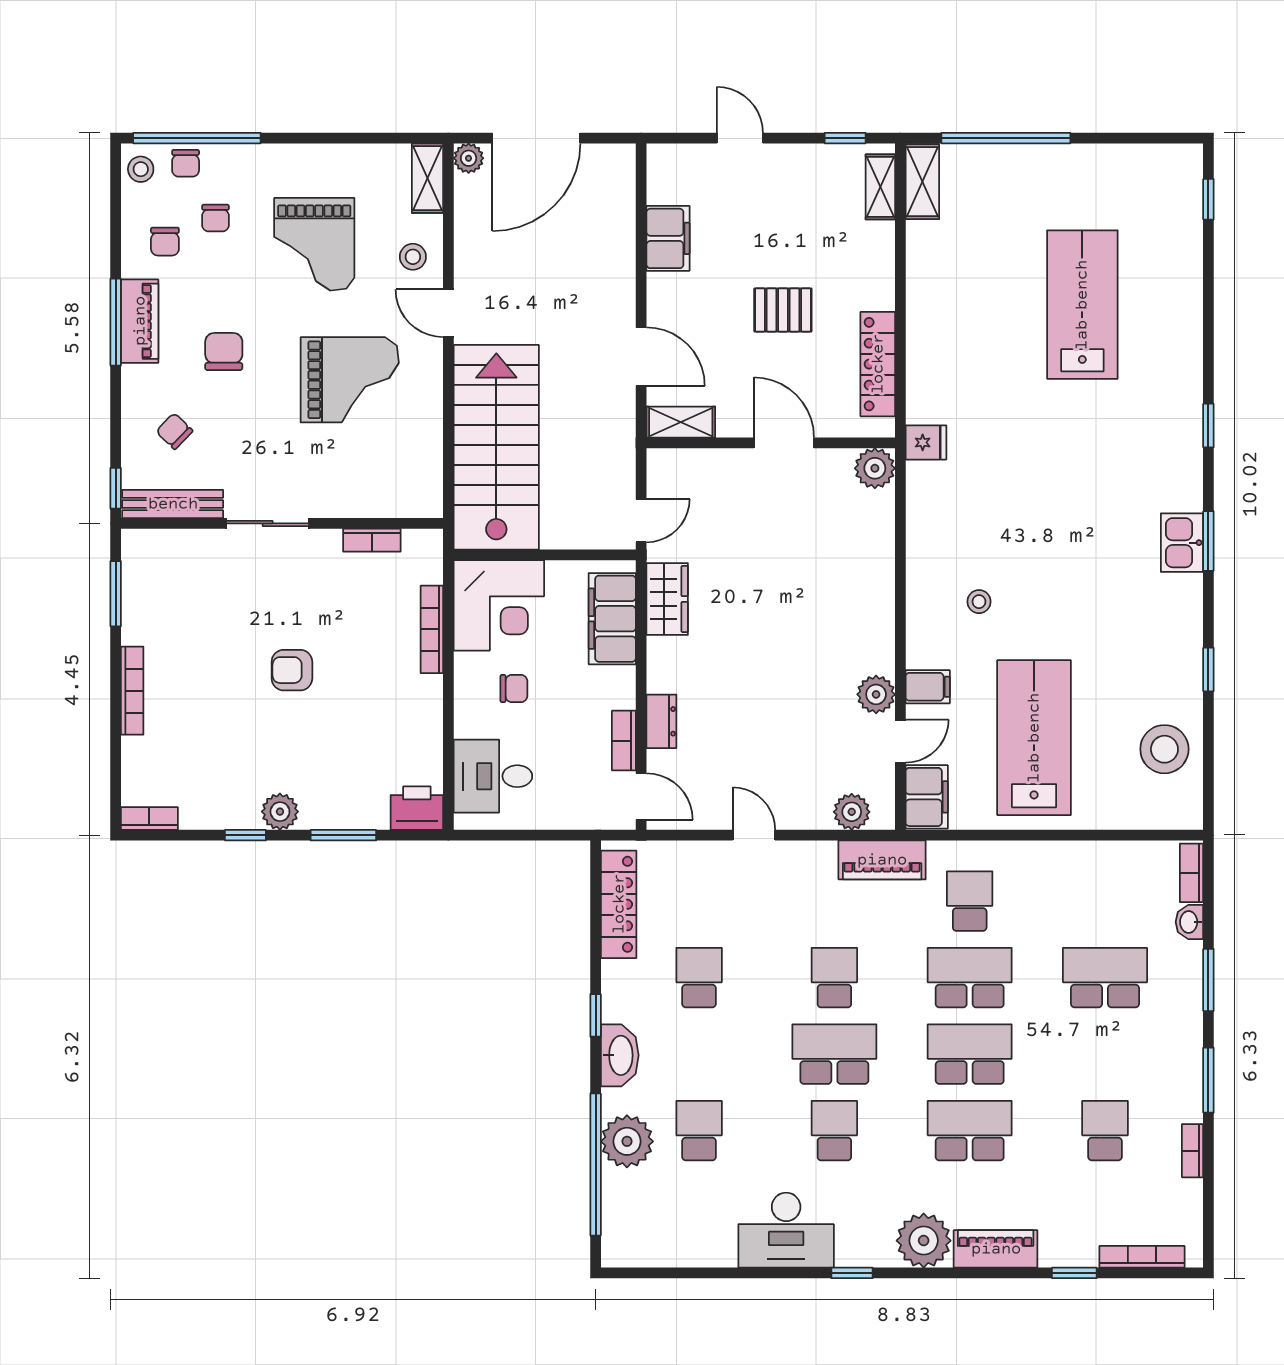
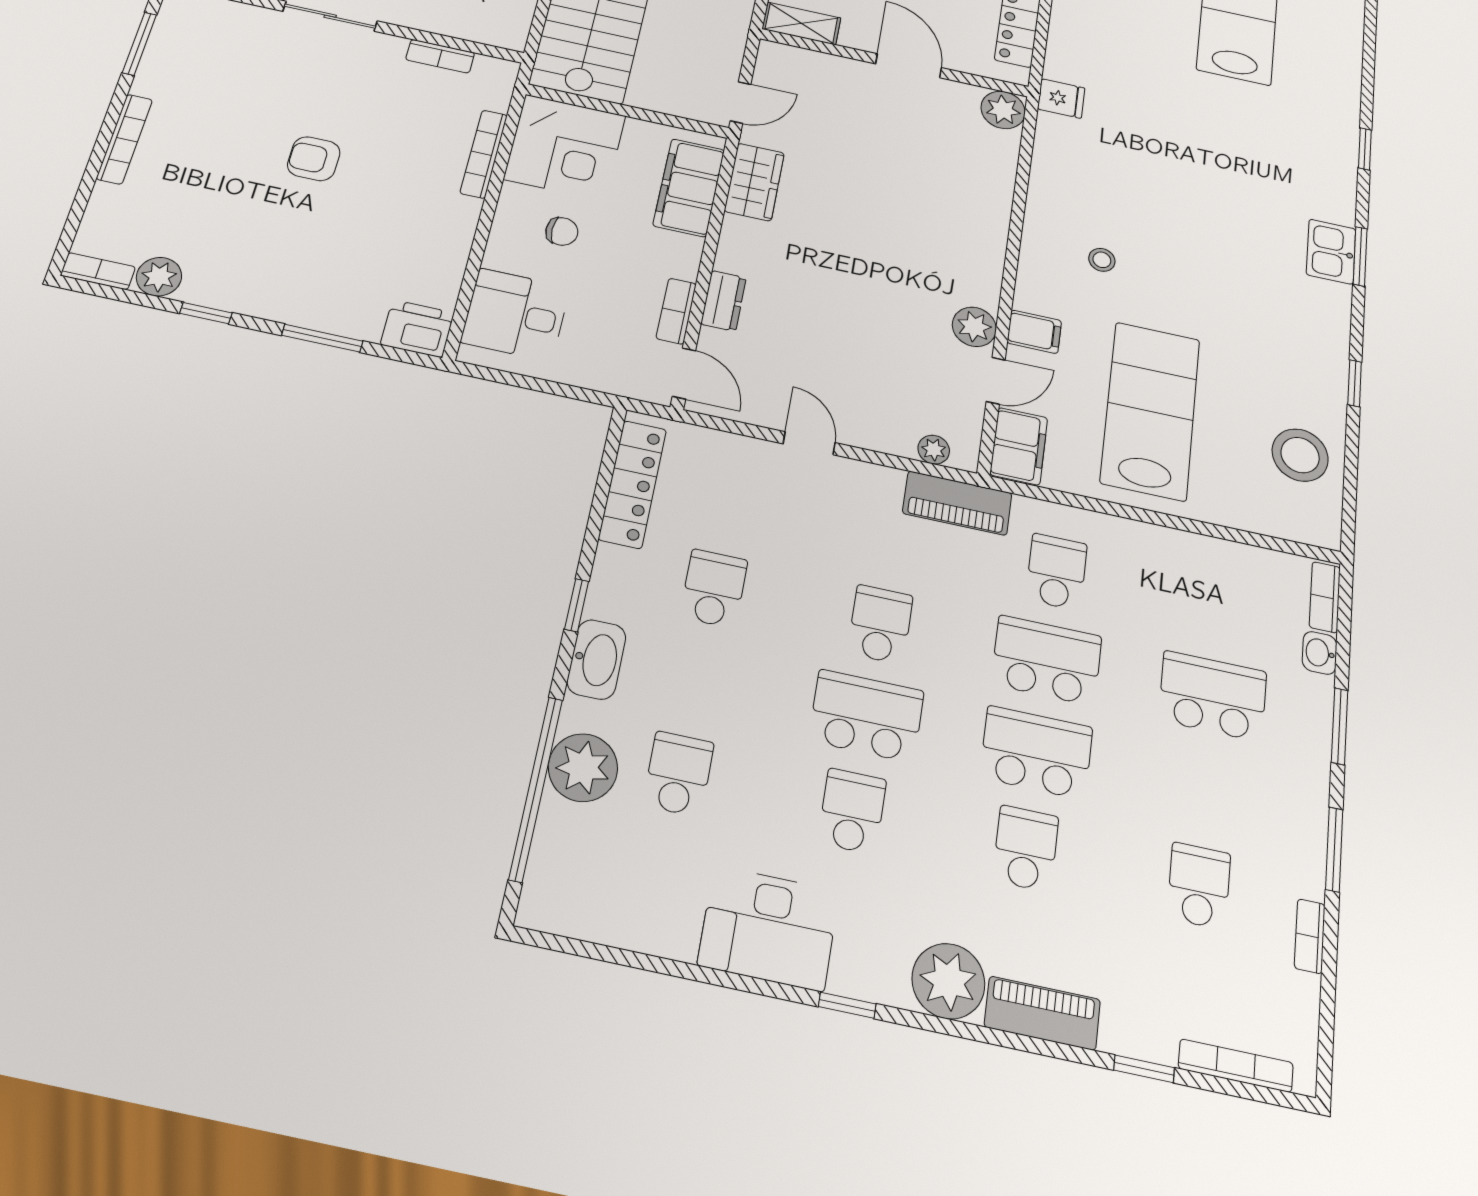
plant: (280, 812) -> (159, 277), moved
plant: (852, 812) -> (934, 450), width x0.73, depth x0.73
school desk: (970, 1131) -> (1026, 848), width x0.54

